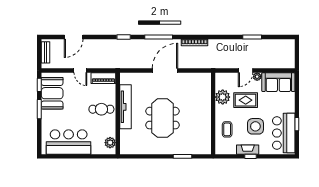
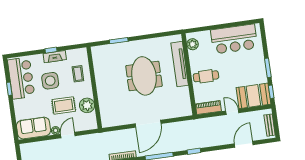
booth: (52, 93) -> (253, 96), moved, turned 90
tv unit: (126, 107) -> (180, 64), moved

